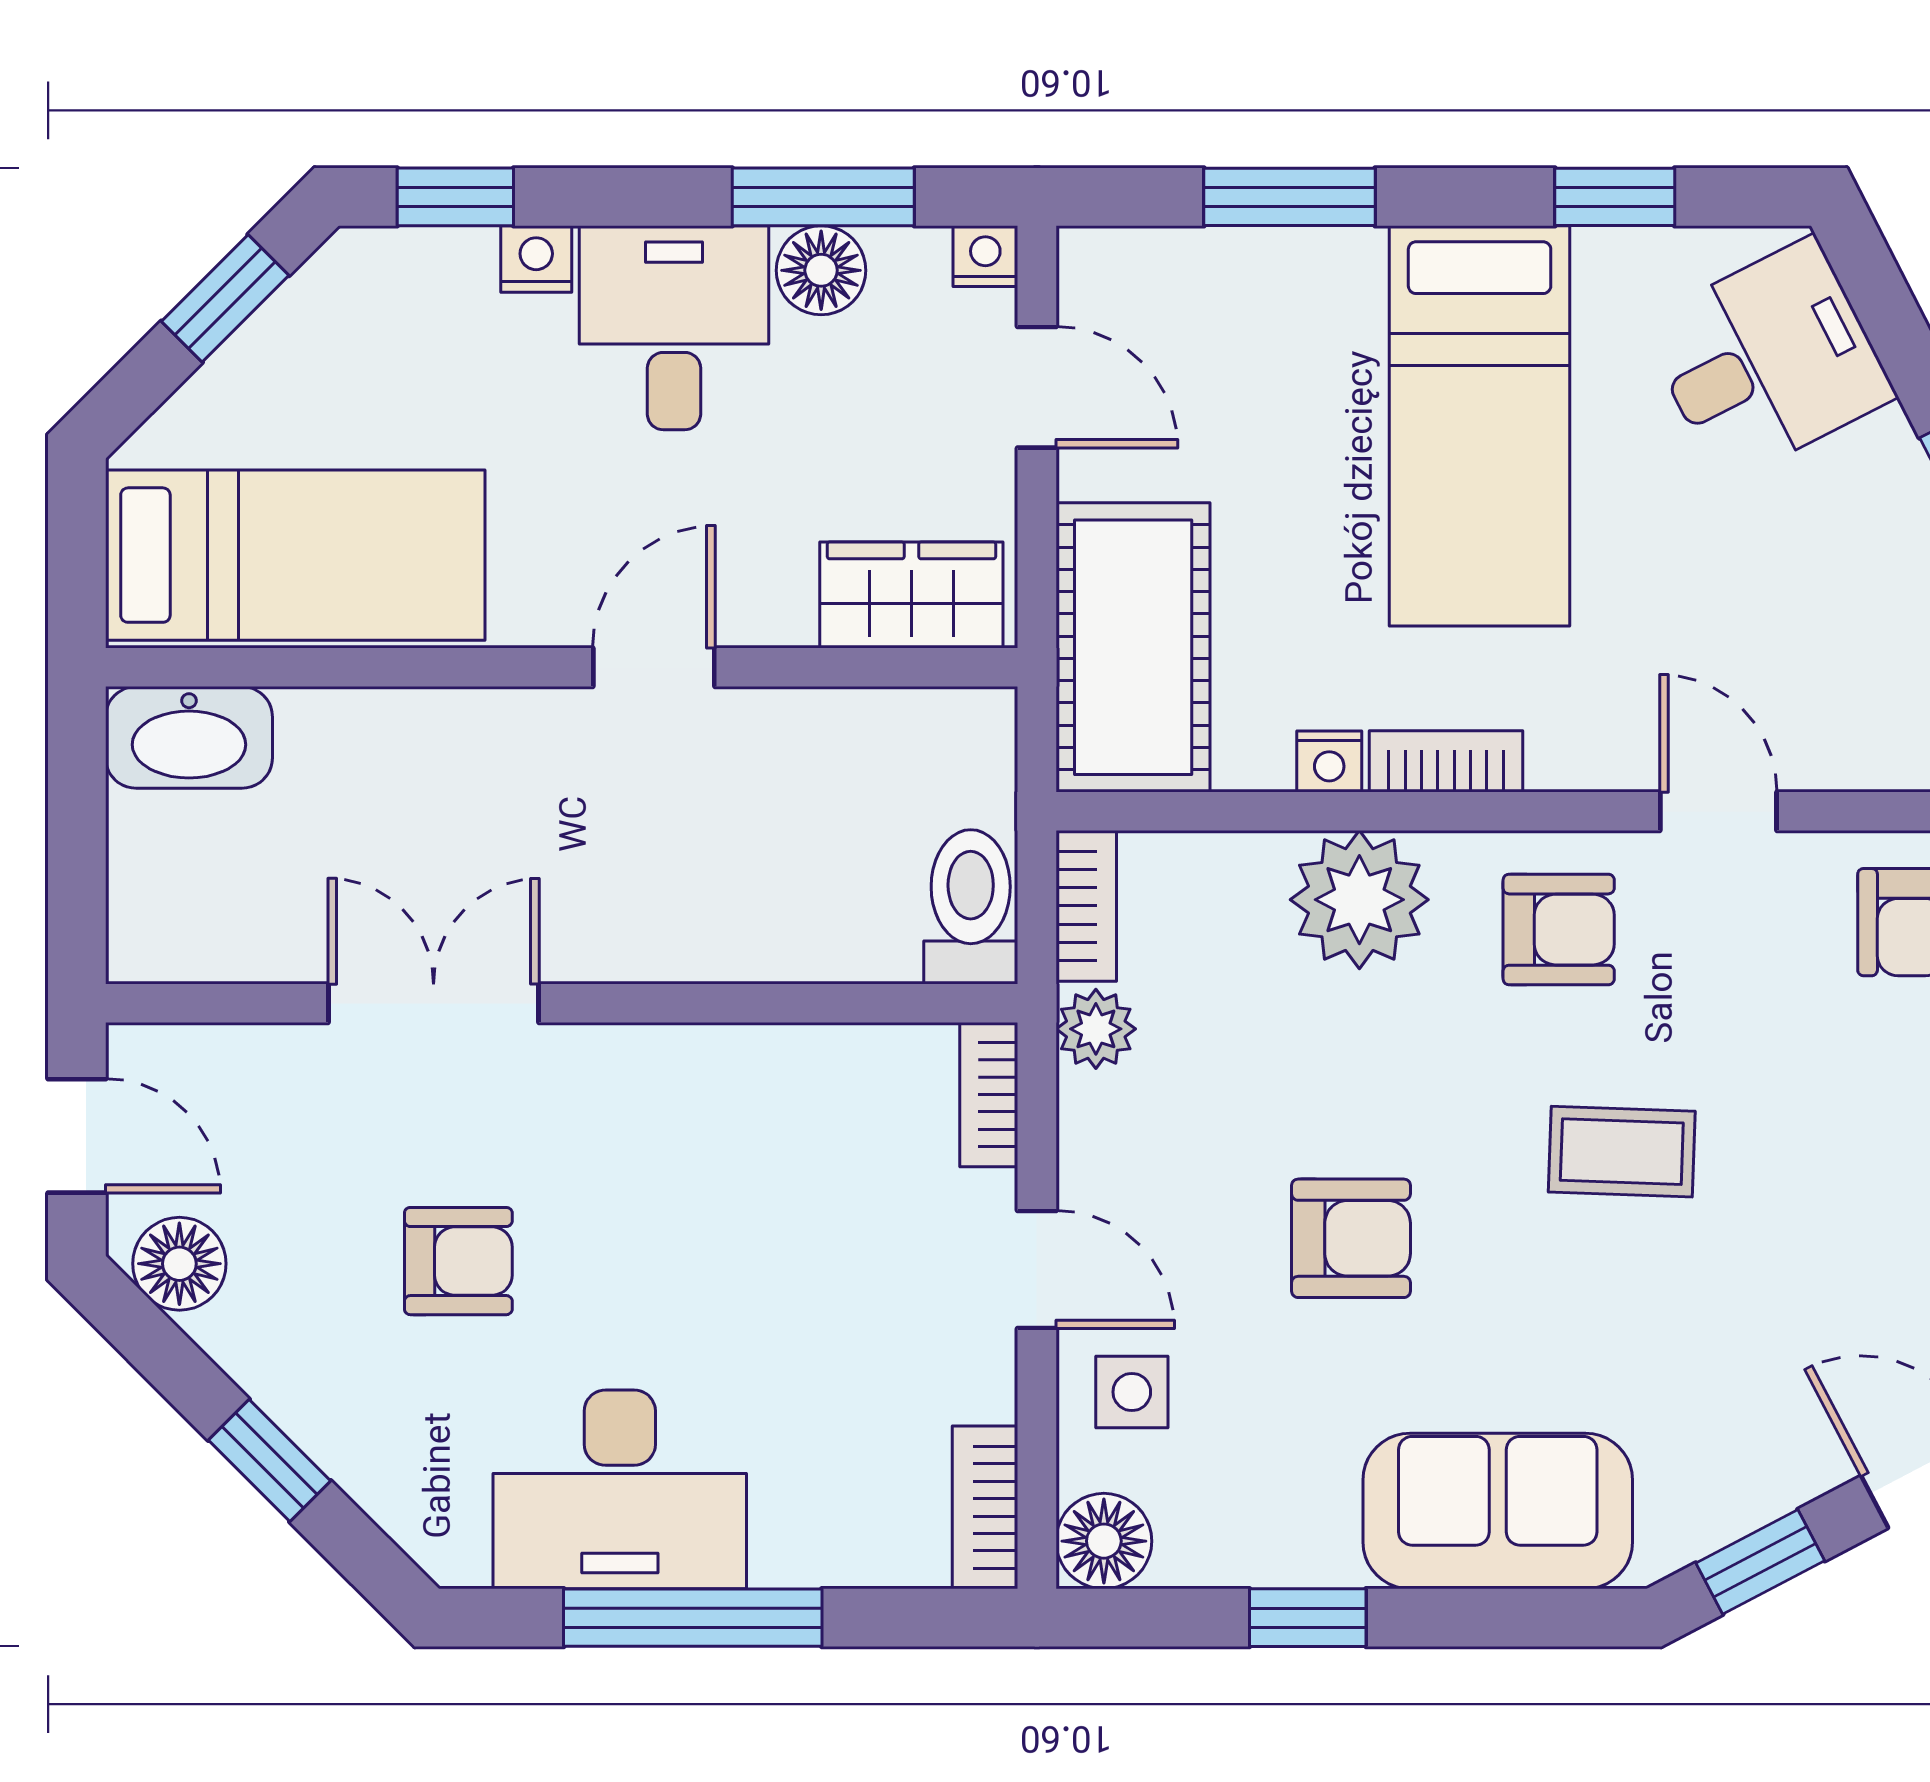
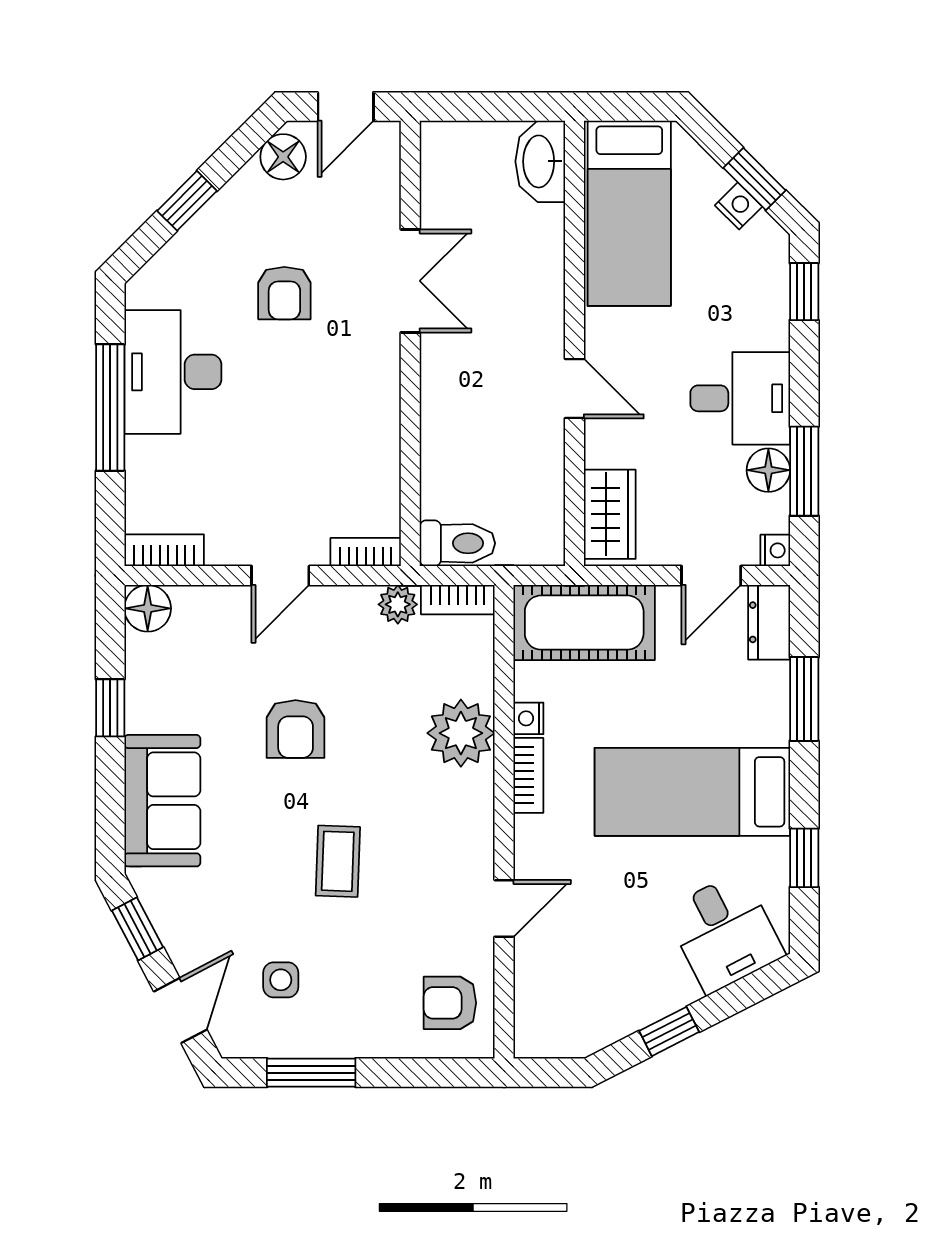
nightstand: (536, 259) -> (738, 206), moved, turned -45
dresser: (1132, 269) -> (769, 622), added
armchair: (1559, 930) -> (446, 830), removed
side table: (1132, 1392) -> (281, 980), moved

